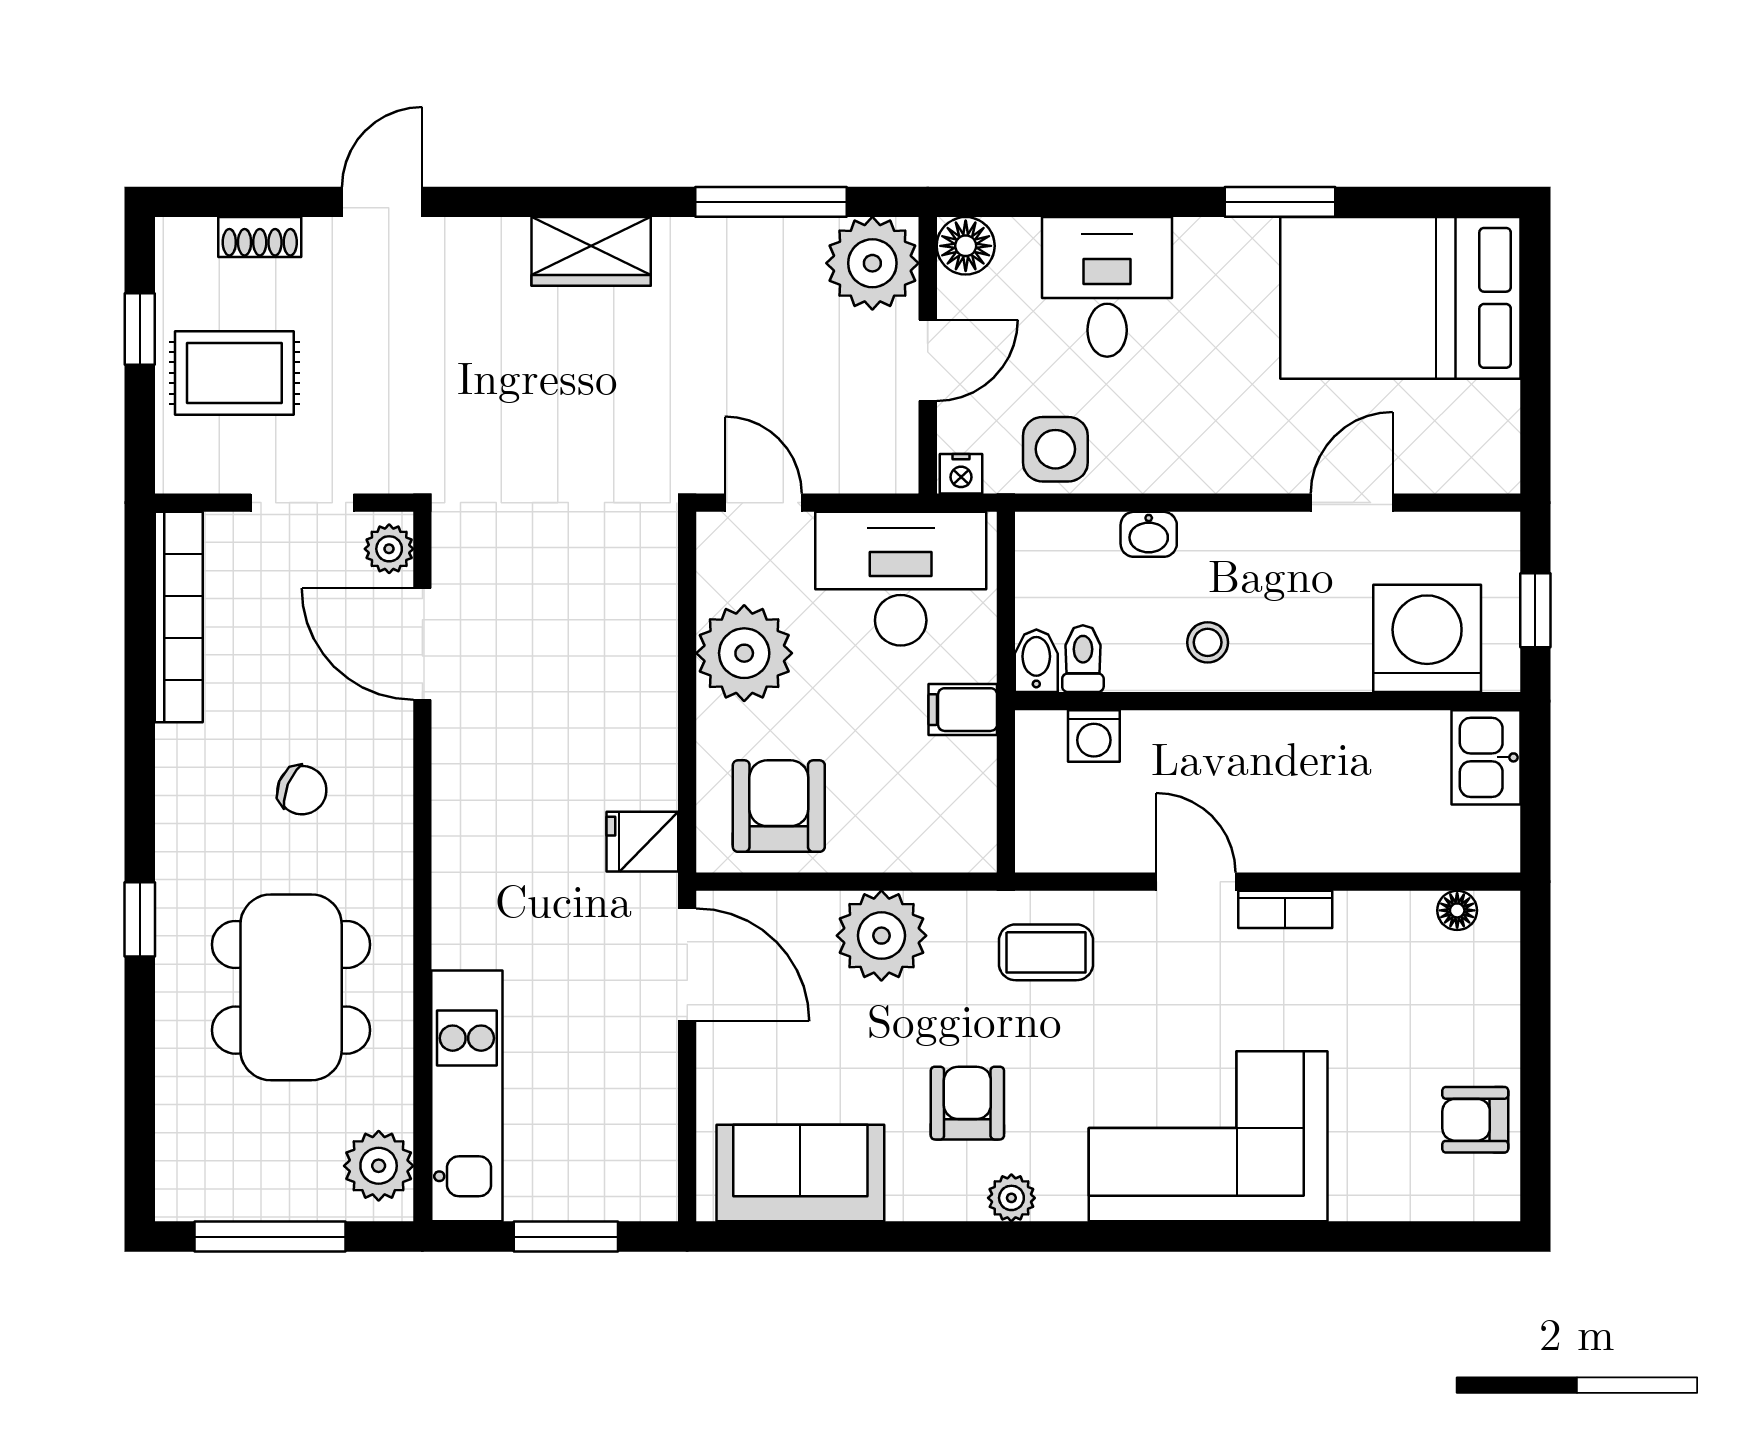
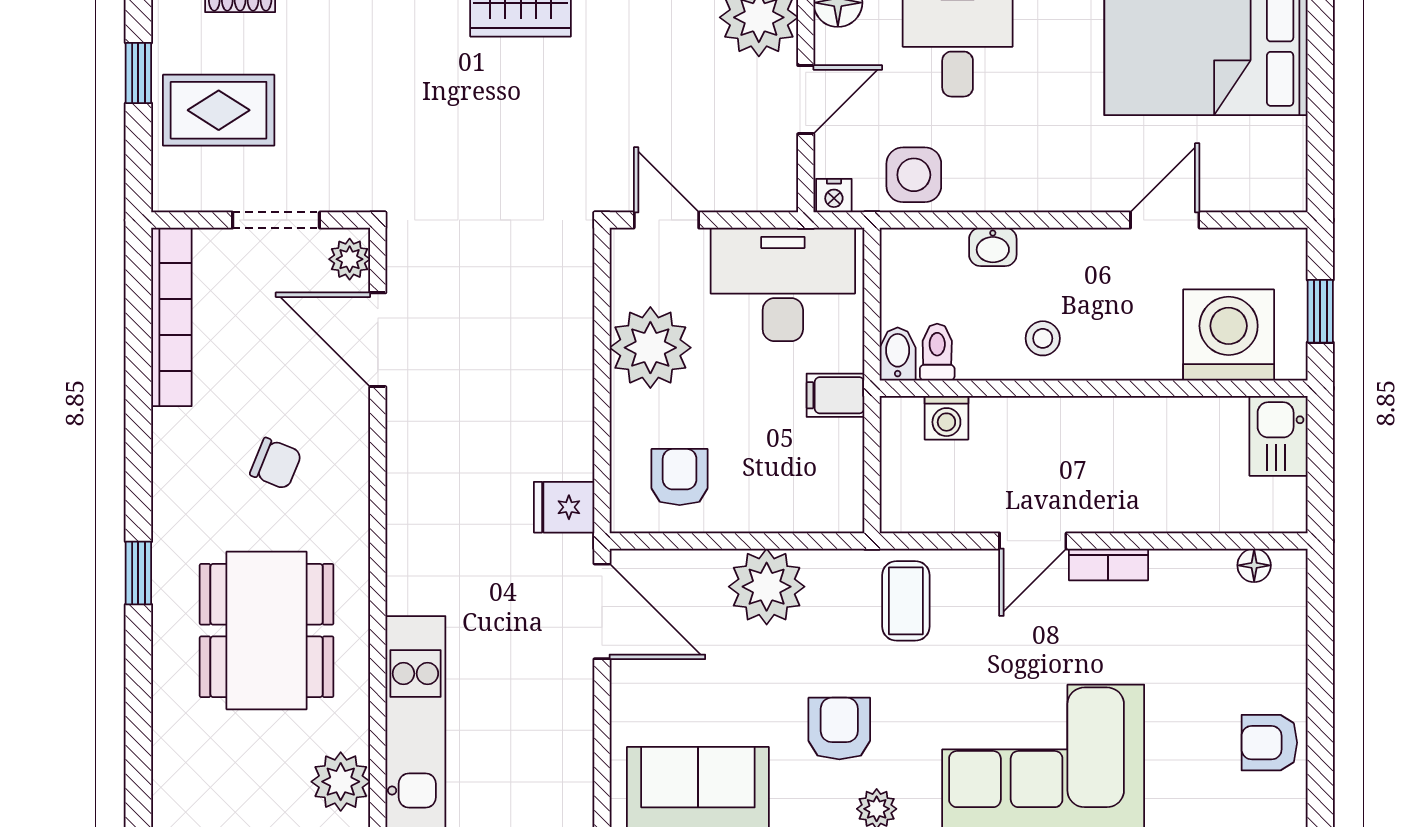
armchair: (779, 806) -> (680, 477), width x0.72, depth x0.72
door: (1196, 882) -> (1033, 541), swing flipped
coffee table: (1046, 952) -> (906, 601), turned 90

